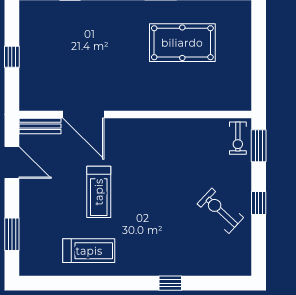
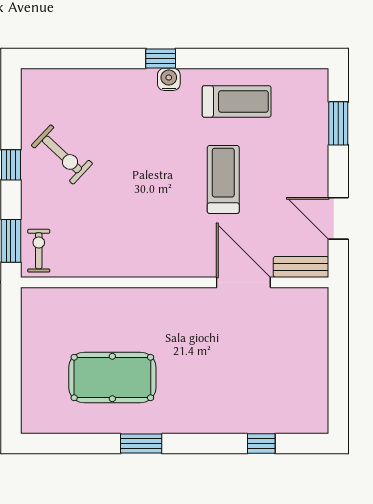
window: (12, 57) -> (338, 359), removed
treadmill: (89, 251) -> (237, 101), turned 180
water cooler: (140, 267) -> (169, 79), added
window: (170, 283) -> (161, 58), moved

